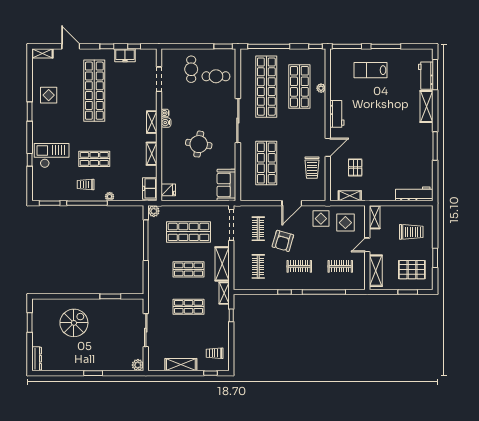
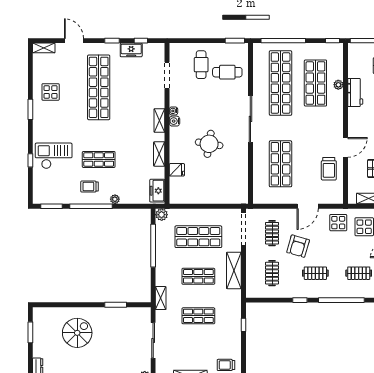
workbench: (337, 114) -> (355, 92), moved
sofa: (226, 185) -> (238, 187), removed
fridge: (168, 190) -> (177, 170), moved
shelving: (224, 293) -> (161, 298), moved

